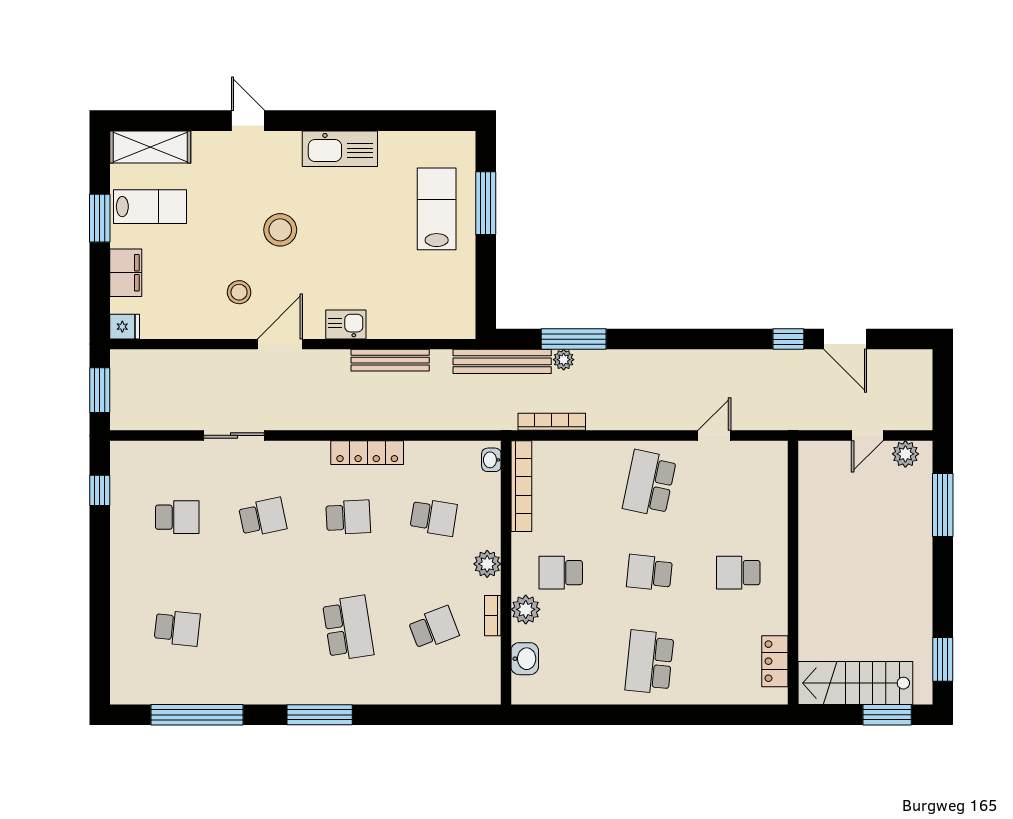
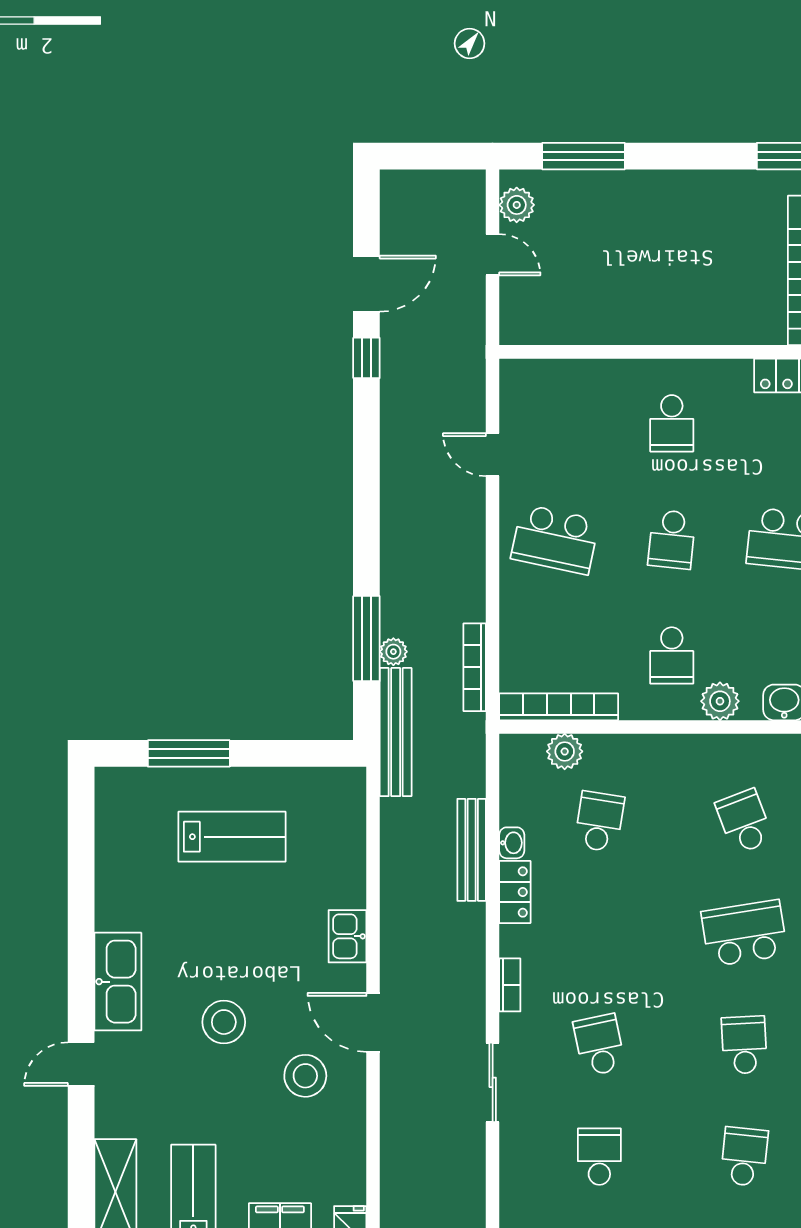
kitchen sink: (340, 149) -> (118, 982), moved
lab bench: (437, 209) -> (232, 837), moved, turned 180
stool: (239, 292) -> (305, 1076), width x1.38, depth x1.38
bench: (390, 360) -> (472, 850), moved
locker: (367, 453) -> (515, 892), width x0.66
washbasin: (491, 460) -> (512, 843), moved, turned -90
school desk: (348, 517) -> (744, 1045), moved
plant: (487, 564) -> (565, 751), moved
bookcase: (493, 616) -> (510, 985), moved, turned -90

